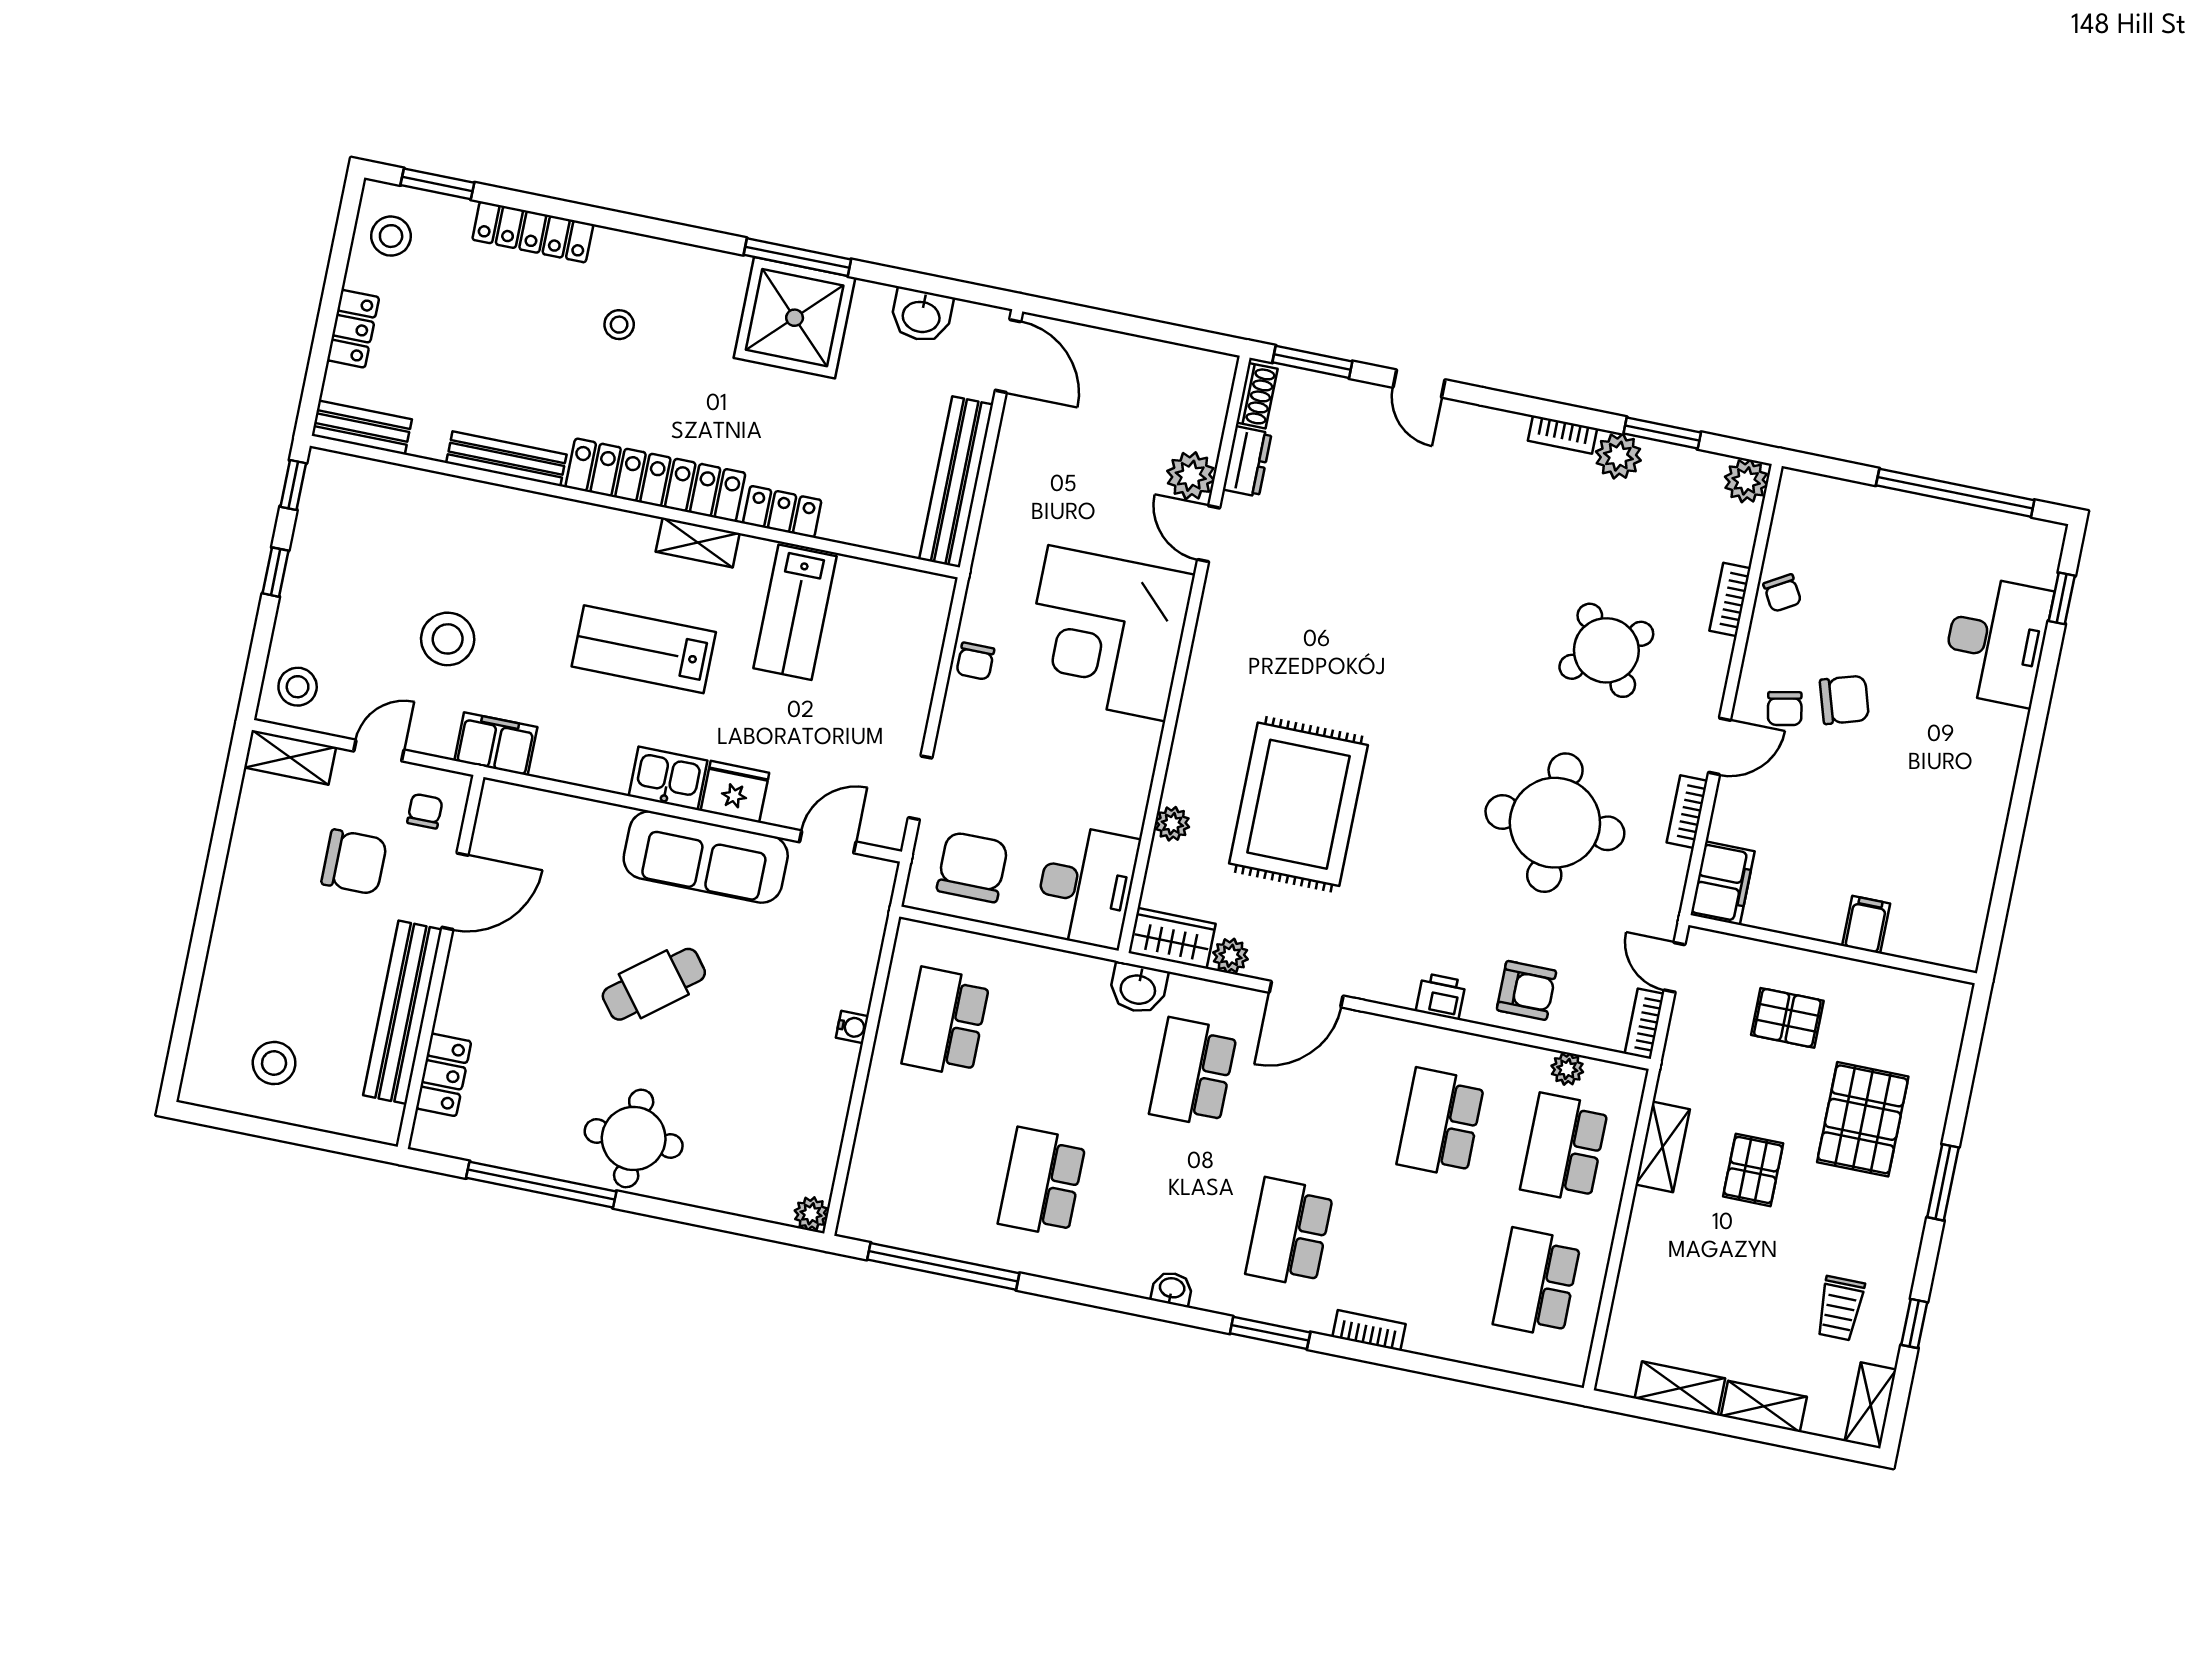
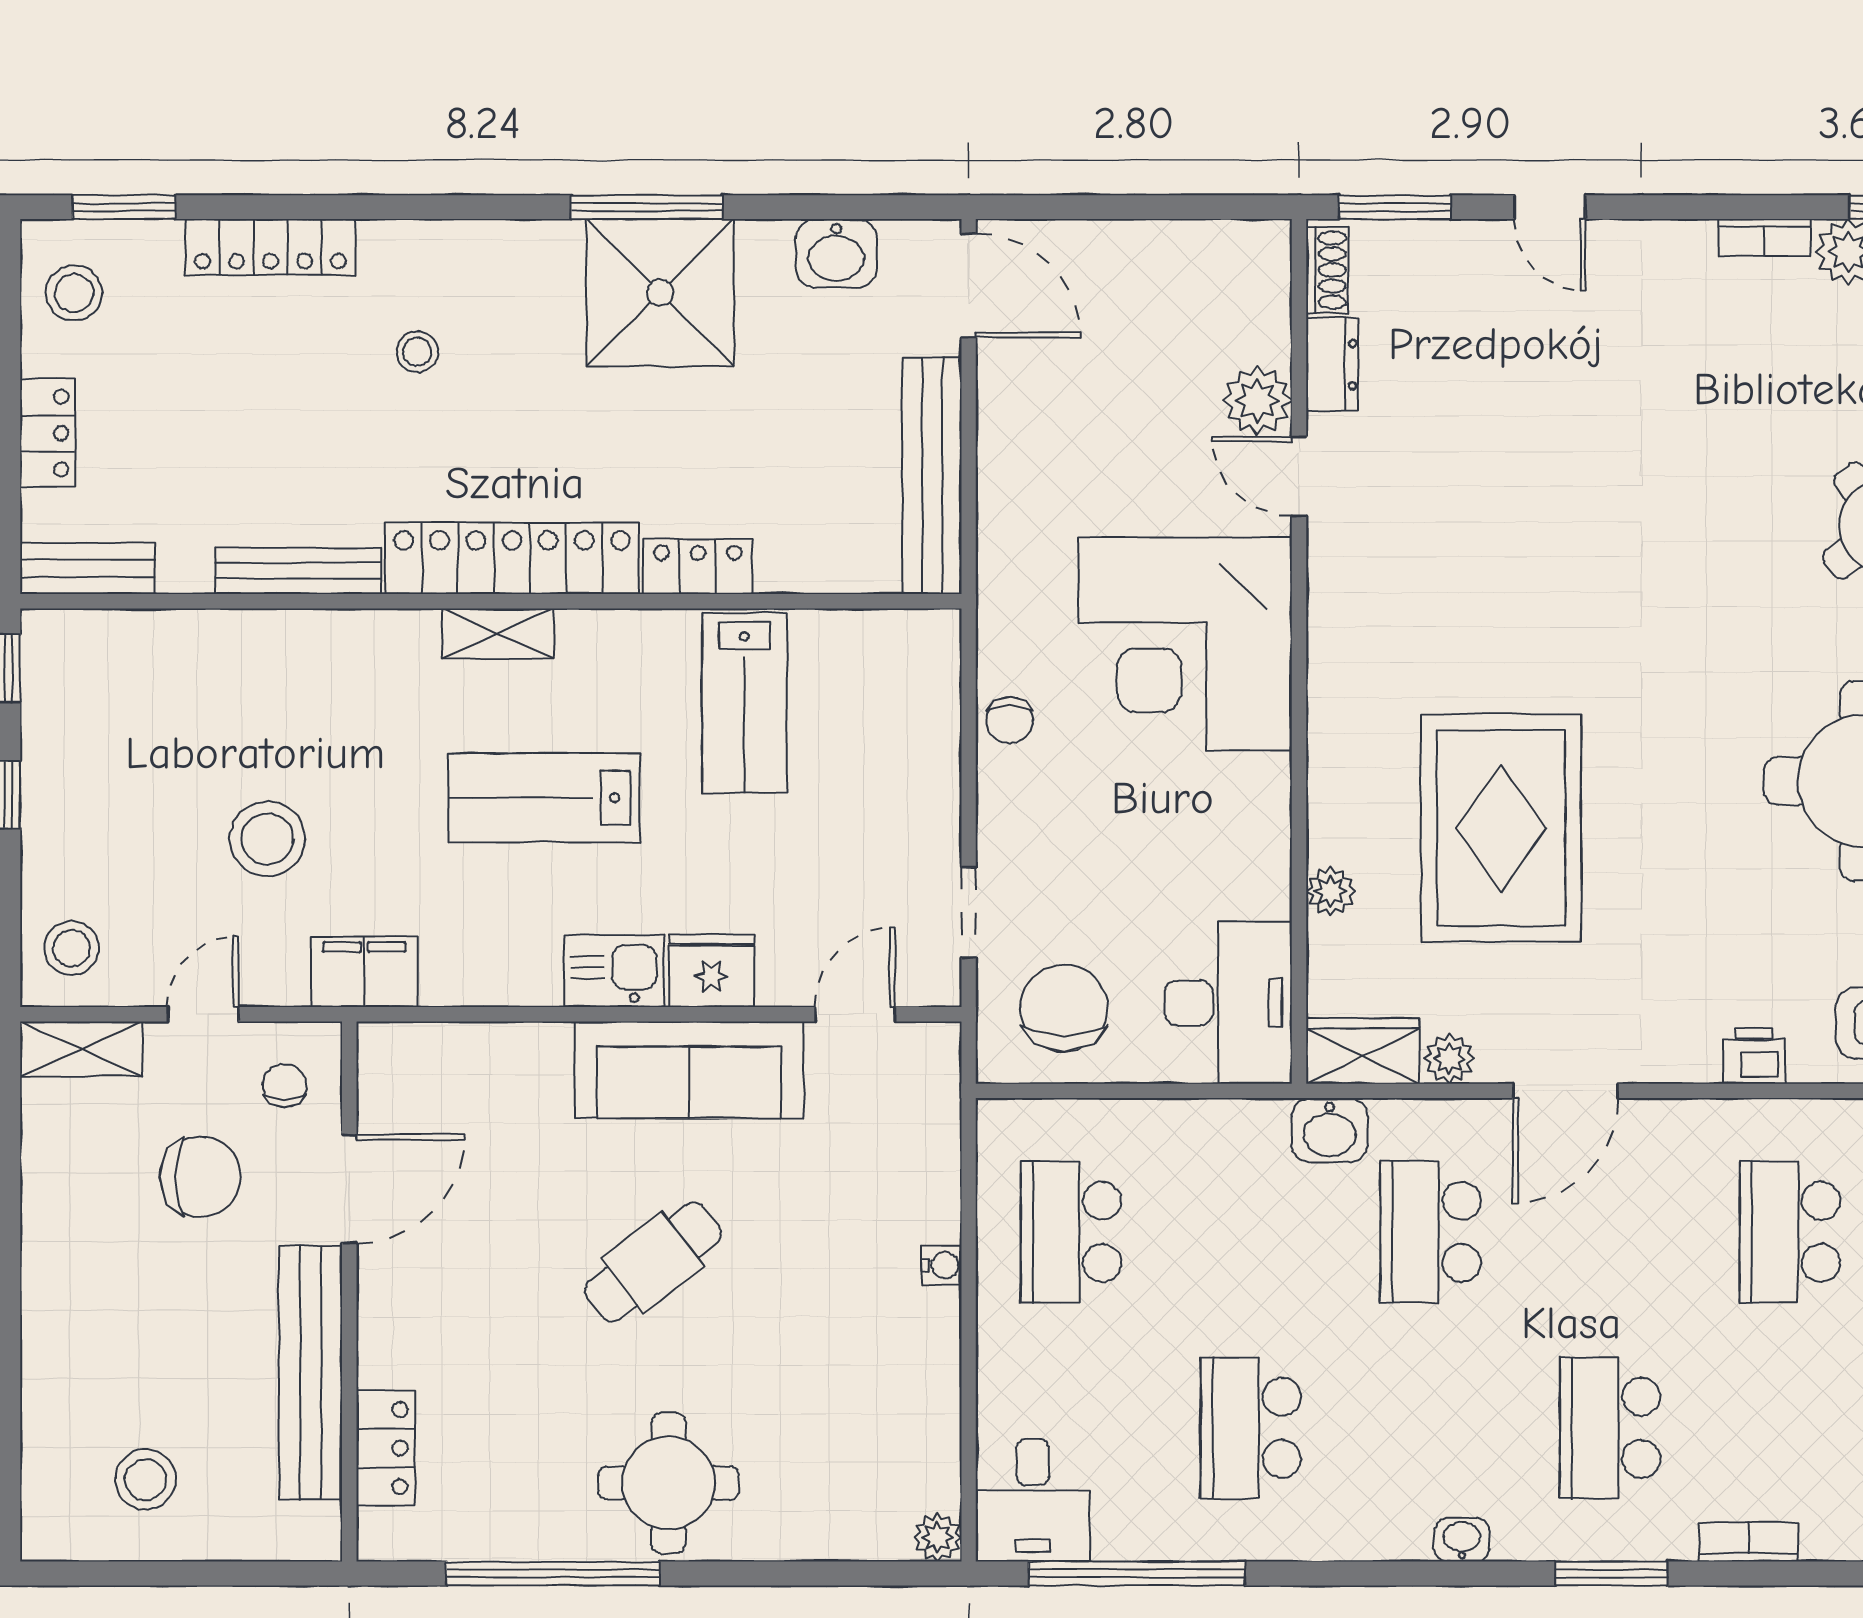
shelving: (698, 542) -> (498, 633), moved
desk: (882, 1201) -> (1033, 1500), added

